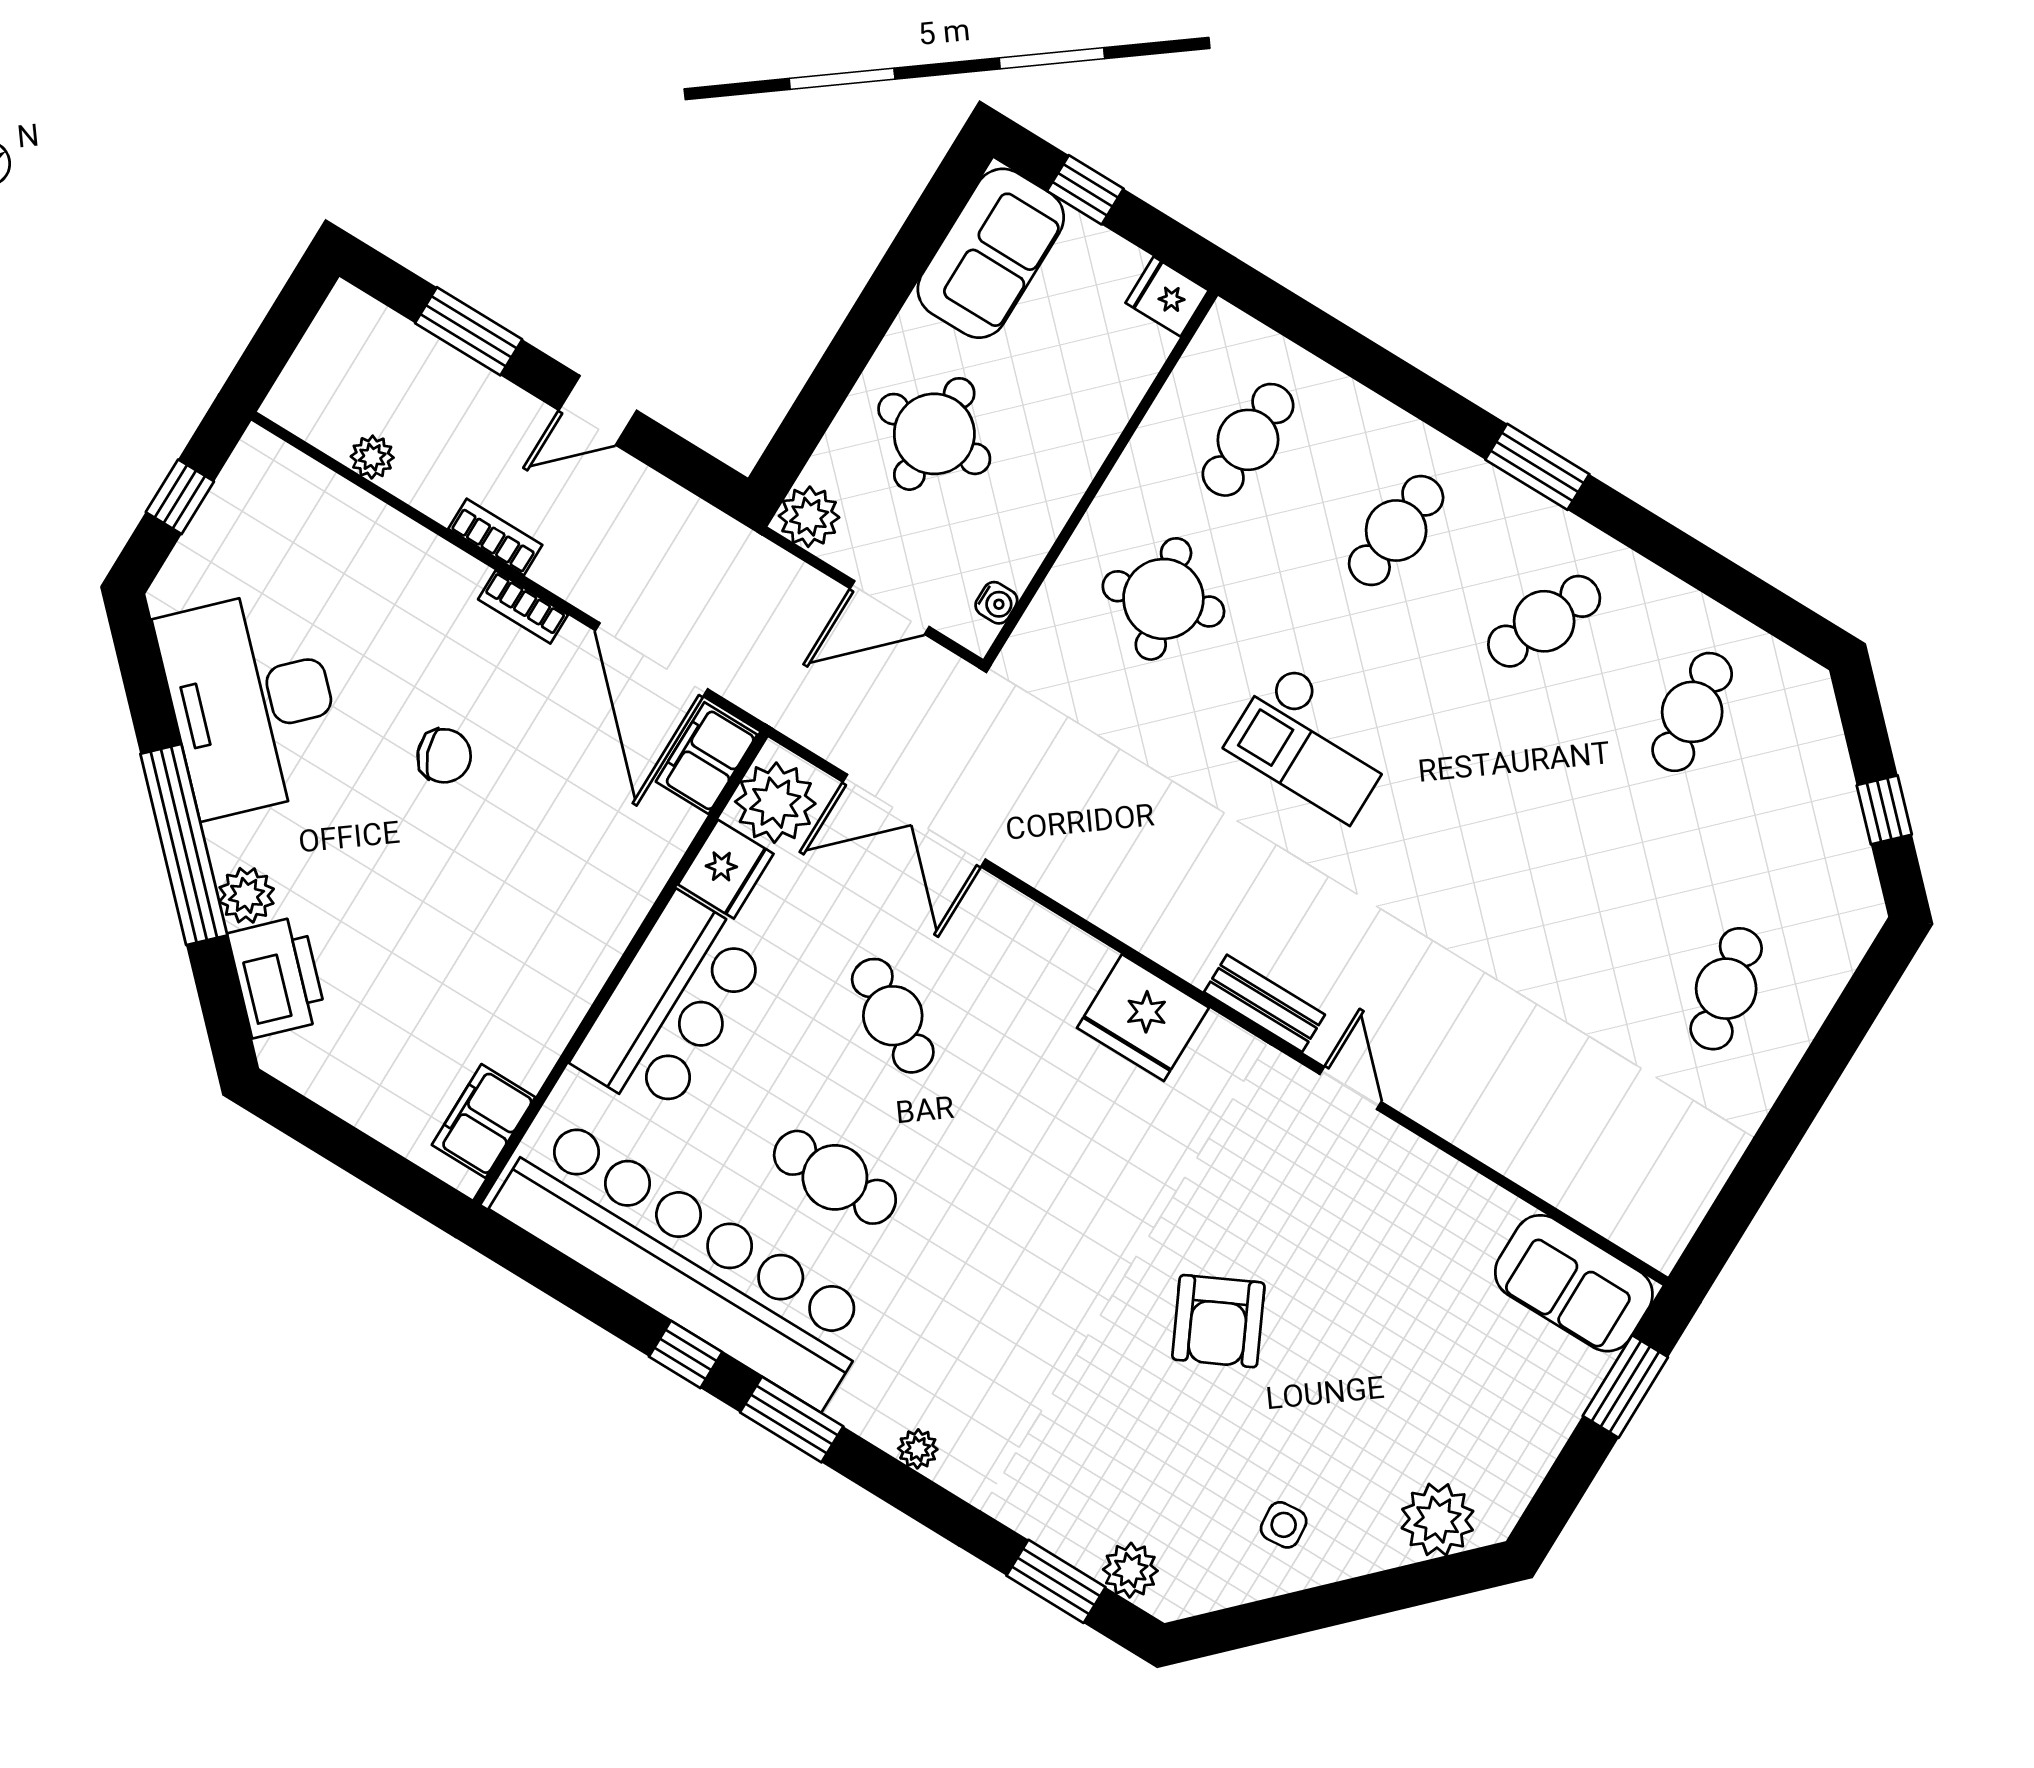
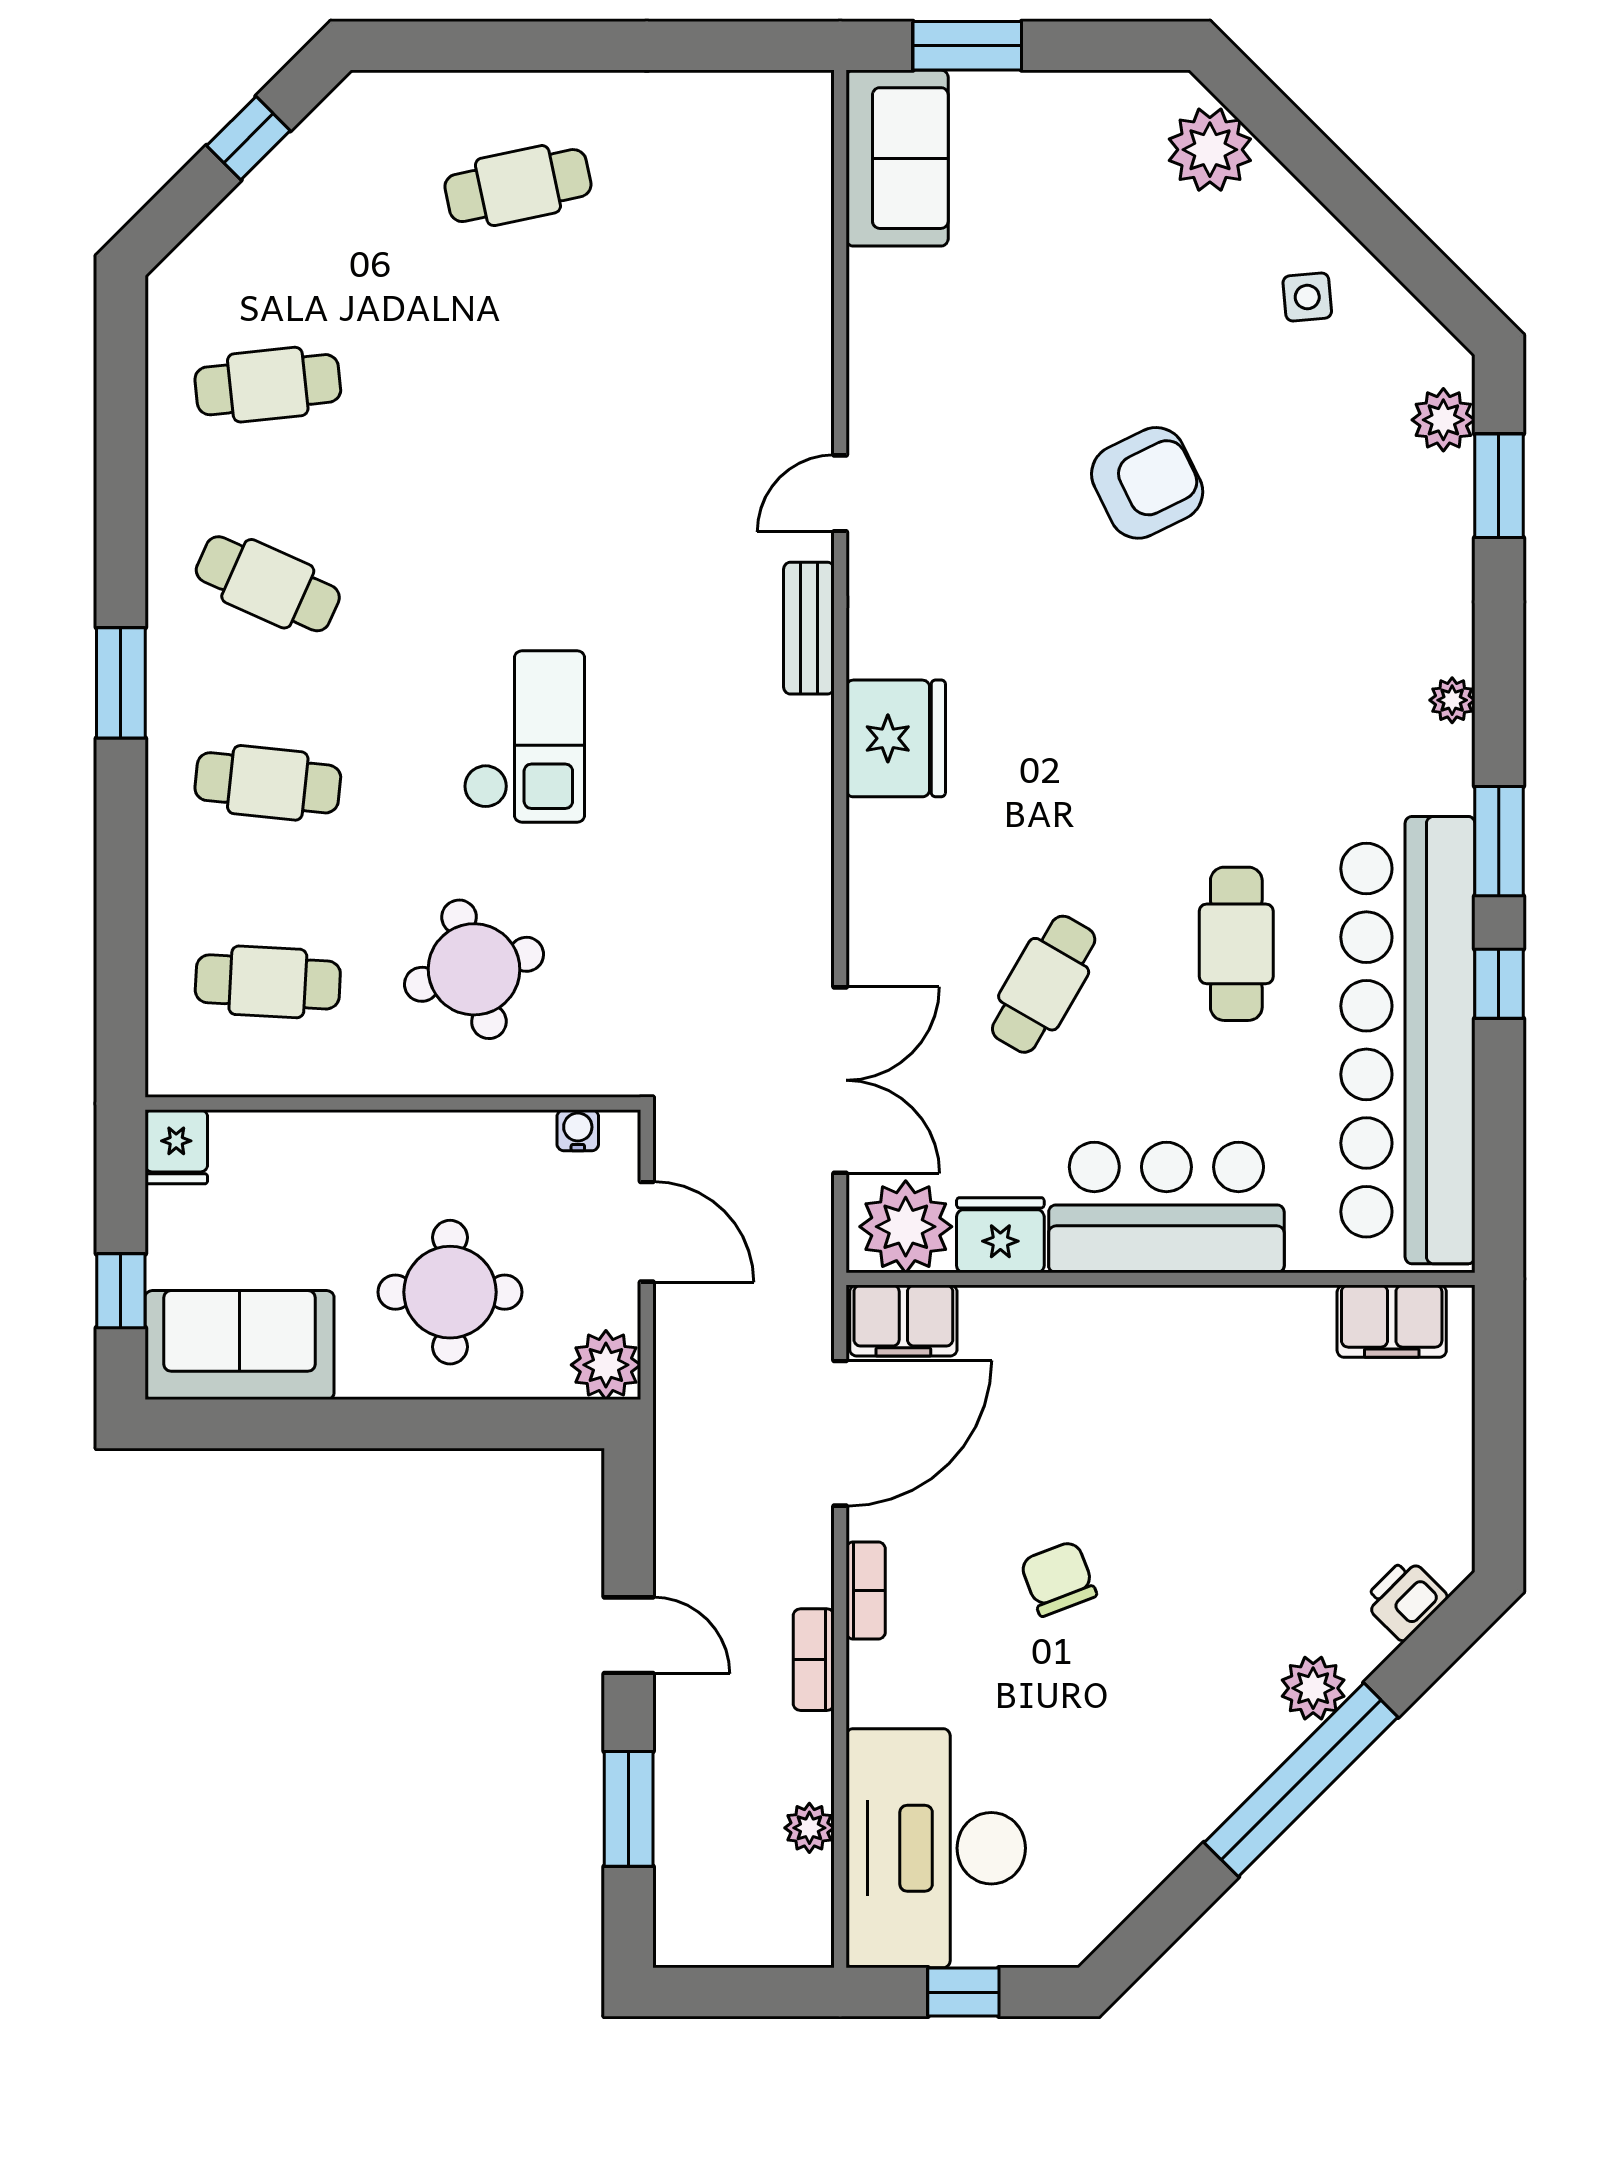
desk: (252, 702) -> (936, 1848), moved, turned 135
printer: (277, 977) -> (1405, 1599), width x0.53, depth x0.68

